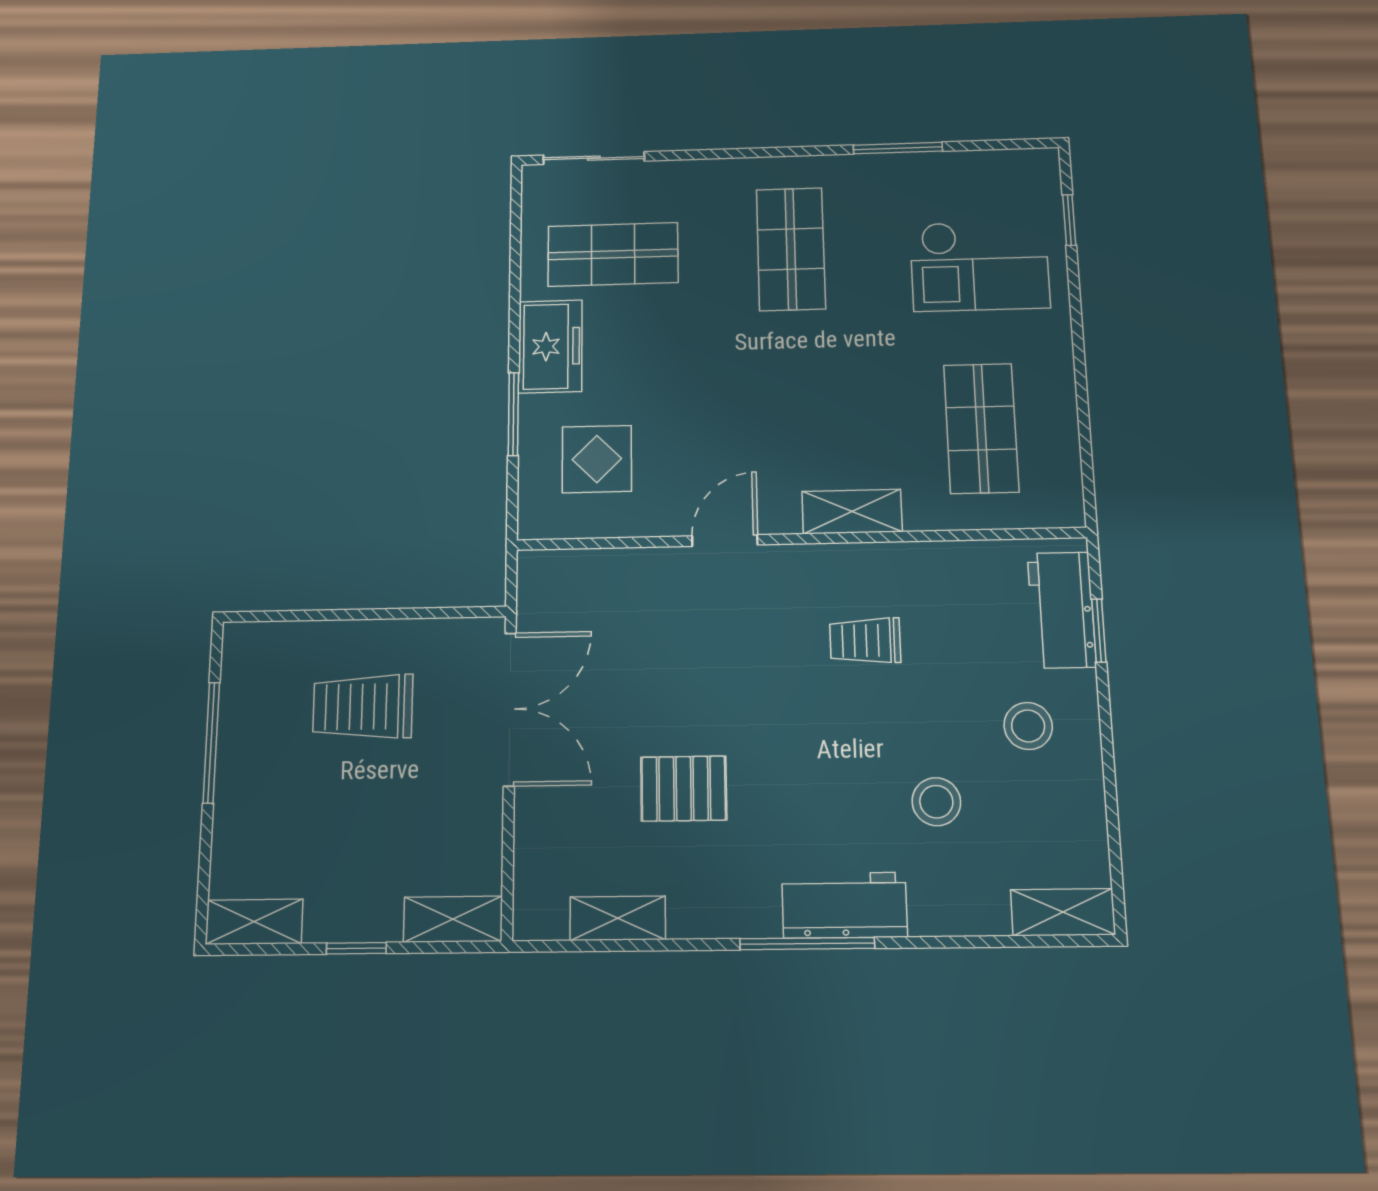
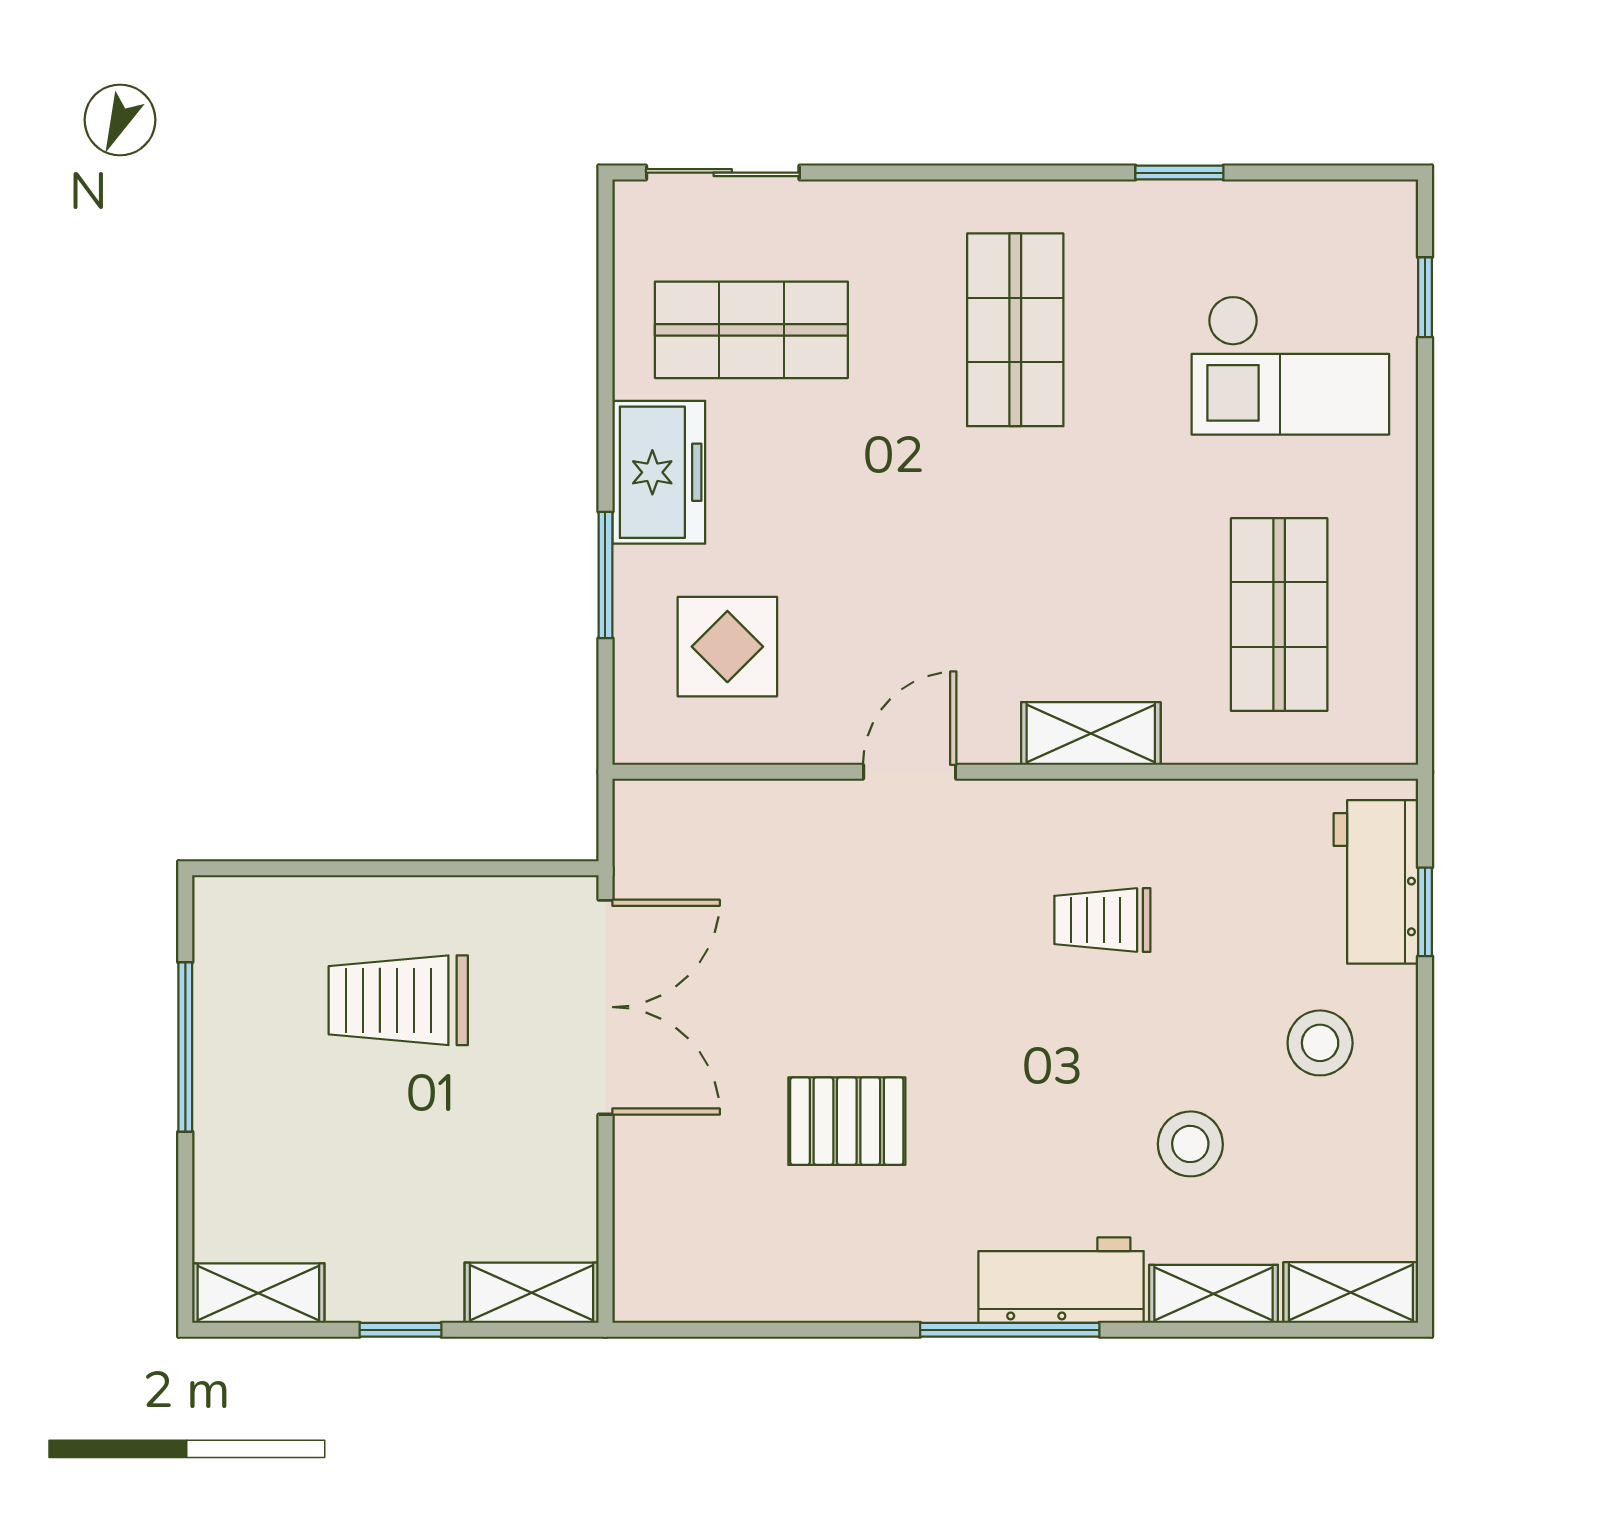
window: (898, 148) -> (1179, 173), width x0.67
shelving: (618, 918) -> (1214, 1294), moved

